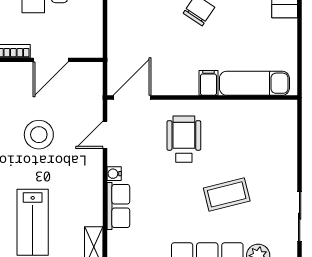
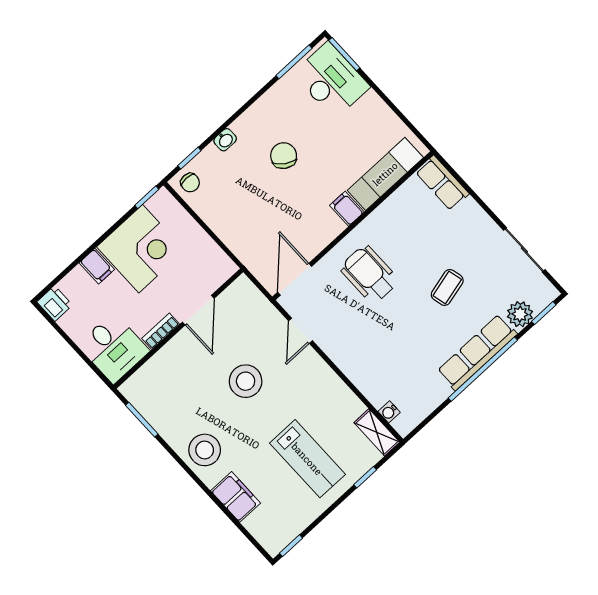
water cooler: (114, 174) -> (389, 412), moved
coffee table: (227, 194) -> (447, 287), width x0.73, depth x0.77
row of seats: (118, 206) -> (442, 183), moved, turned 180

